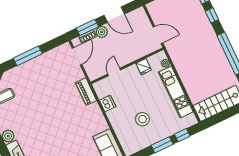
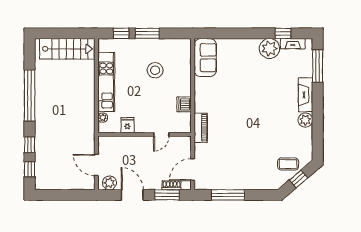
plant: (102, 32) -> (110, 183), moved
door: (158, 35) -> (96, 165), moved
window: (28, 56) -> (228, 195), moved

